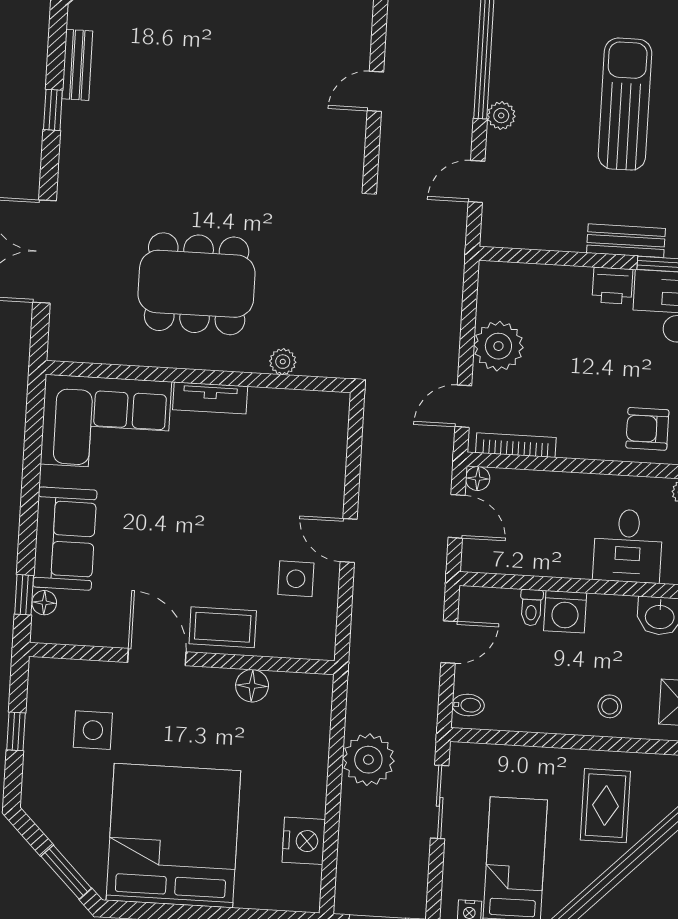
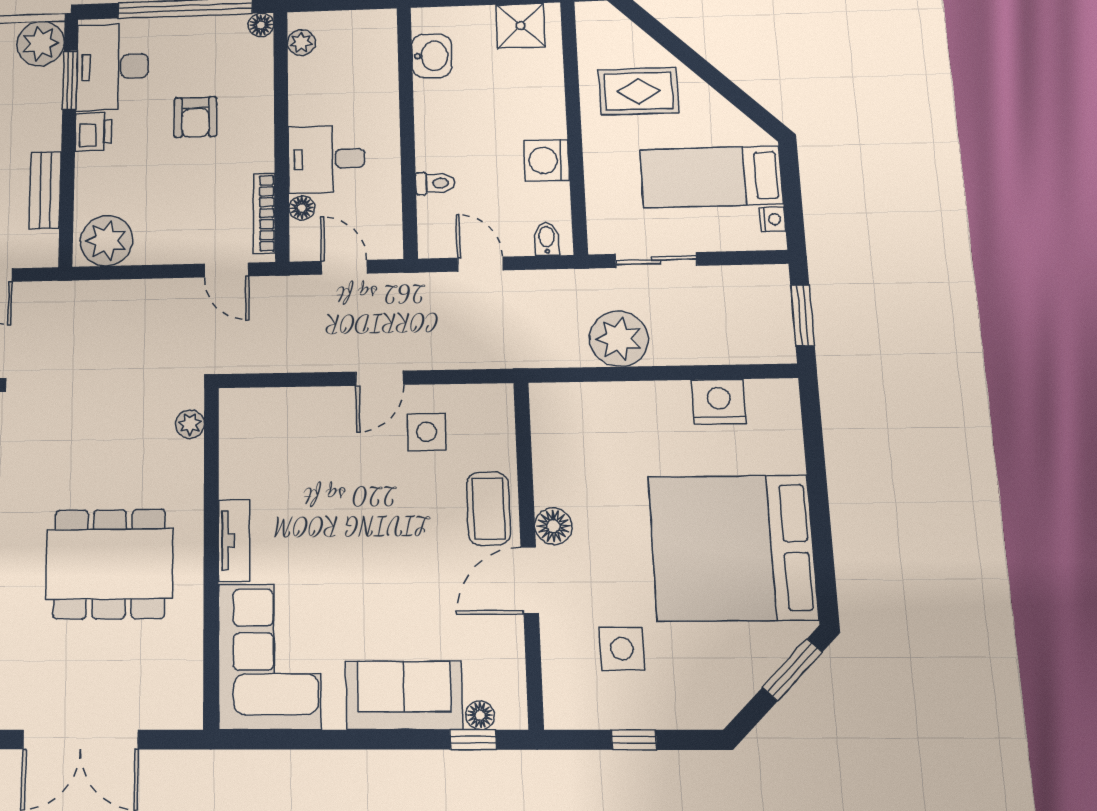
bench: (626, 241) -> (45, 190), moved
dining table: (197, 284) -> (109, 564), turned 90
plant: (498, 346) -> (106, 241), moved
plant: (283, 362) -> (190, 424), moved
armchair: (647, 429) -> (195, 117), moved
floor lamp: (478, 479) -> (302, 208), moved
door: (457, 516) -> (344, 267), hinge flipped
desk: (628, 546) -> (326, 159), moved, turned 180
washing machine: (565, 612) -> (547, 160), moved, turned 180
floor lamp: (252, 686) -> (553, 526), moved
stool: (610, 706) -> (532, 96), removed

